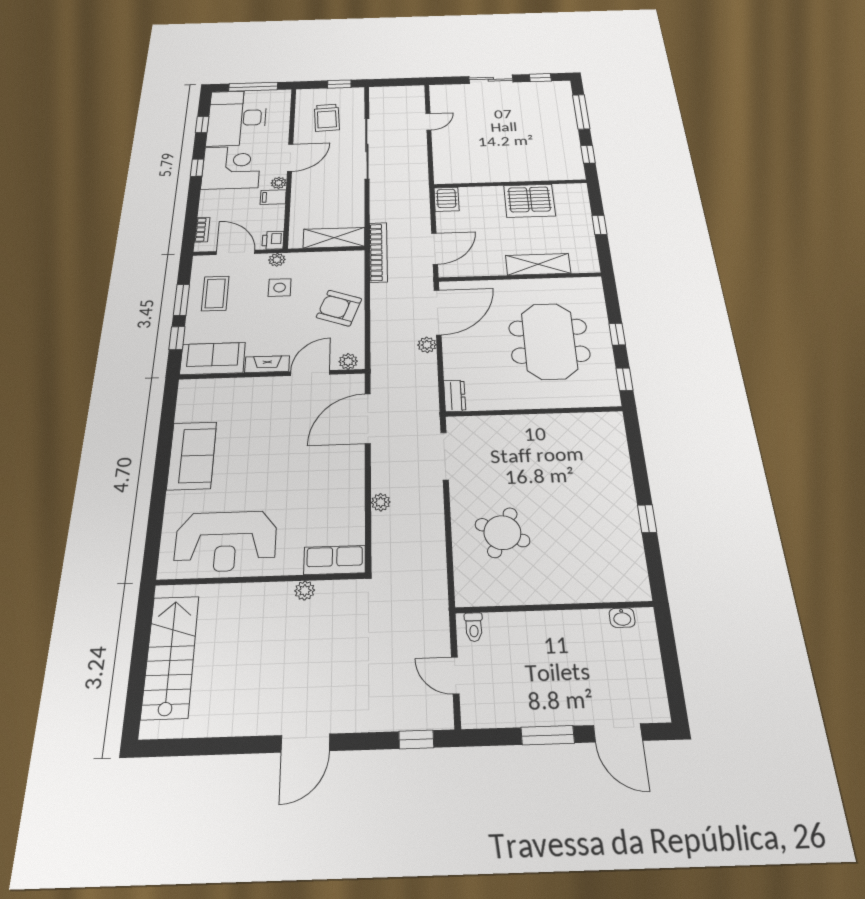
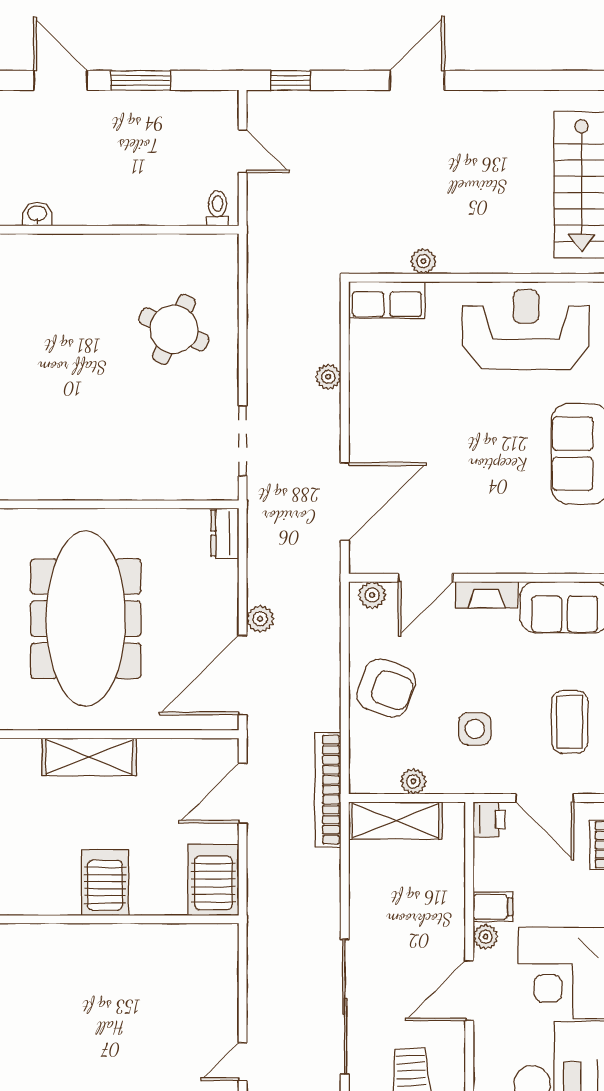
server rack: (447, 199) -> (213, 880), width x1.36, depth x1.44
server rack: (529, 201) -> (105, 883), width x0.62
plant: (277, 260) -> (413, 781), moved
meeting table: (549, 341) -> (86, 619), width x1.36

